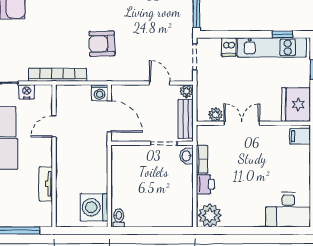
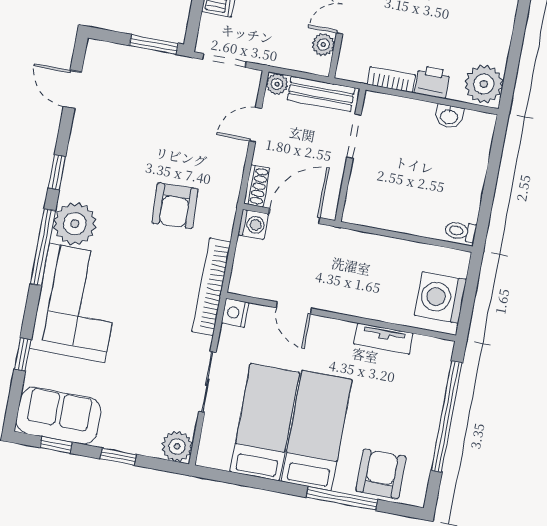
shoe rack: (123, 91) -> (257, 186), added
nightstand: (27, 92) -> (235, 313), moved
washbasin: (187, 156) -> (449, 116), moved
washing machine: (94, 207) -> (441, 297), moved, turned 90

